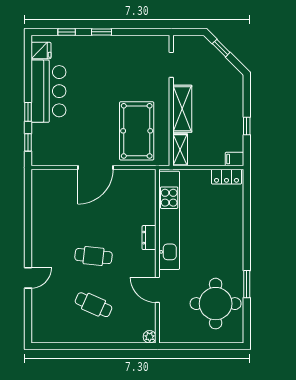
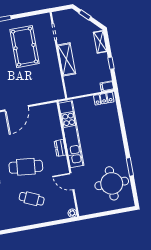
pool table: (137, 131) -> (24, 47), moved
shelving: (180, 150) -> (100, 42), moved
cafe table: (94, 256) -> (26, 167), width x1.37, depth x1.35

